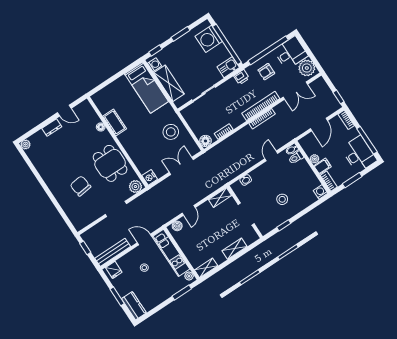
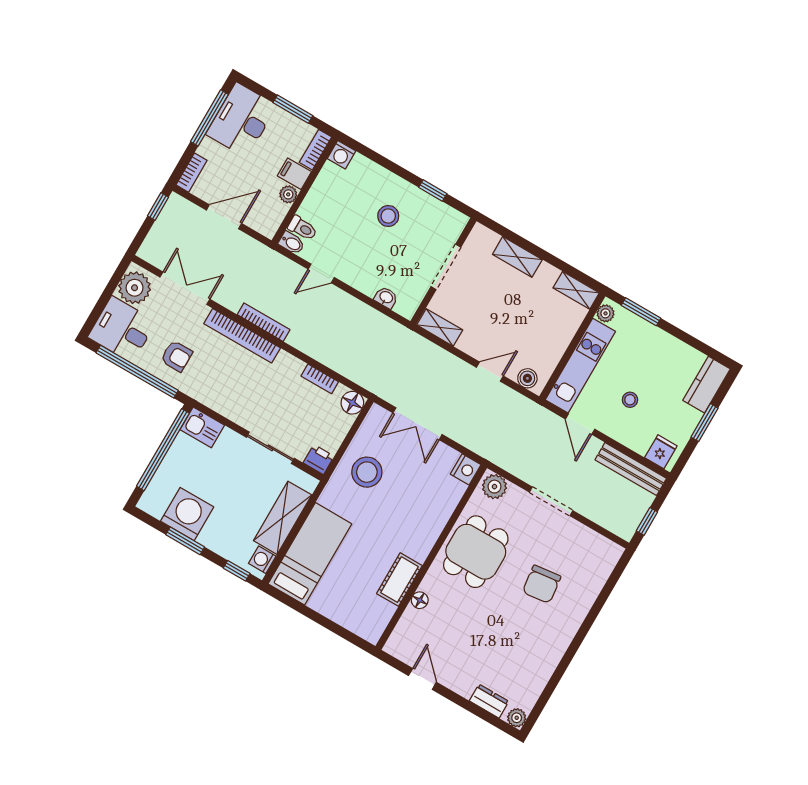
washing machine: (209, 39) -> (187, 514), moved, turned -90
printer: (242, 77) -> (319, 460), moved
dresser: (52, 128) -> (489, 701), moved

